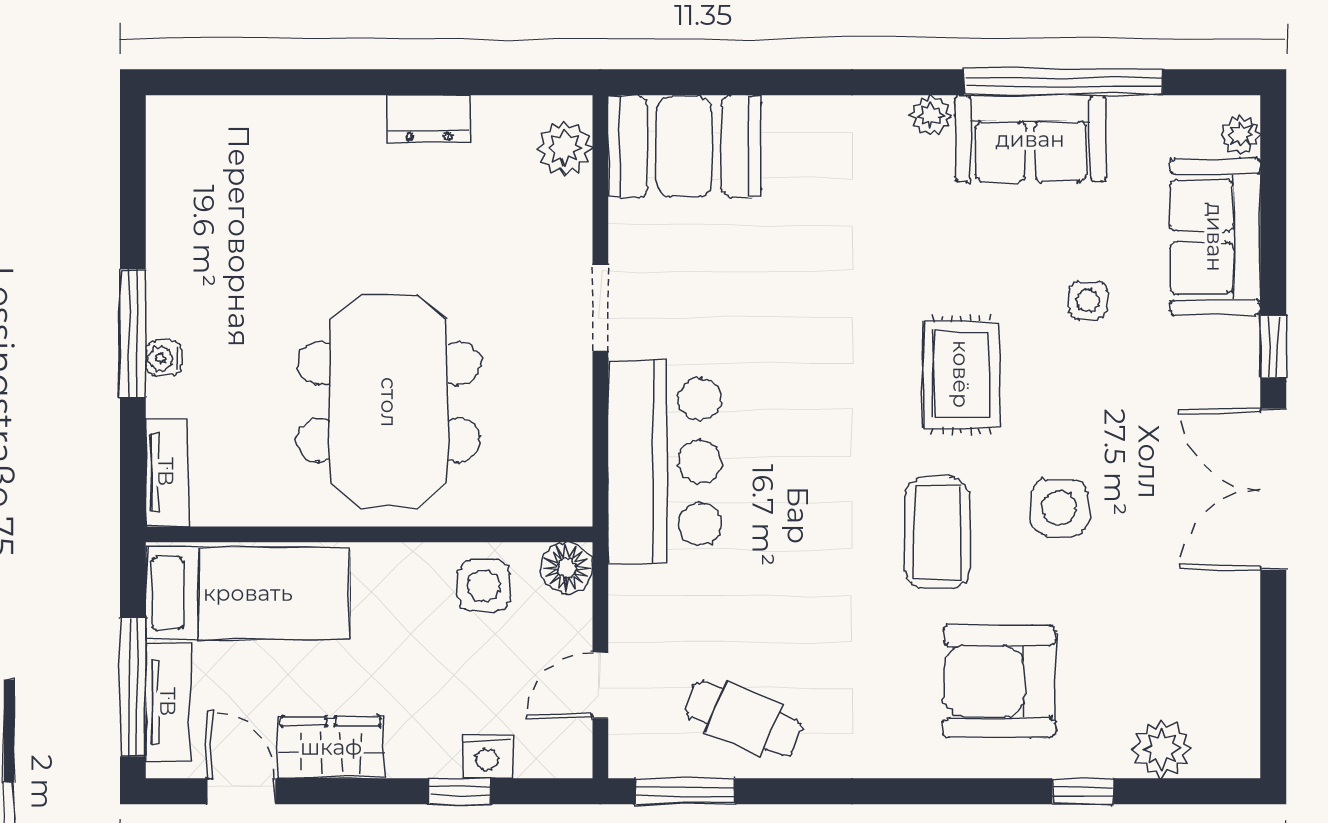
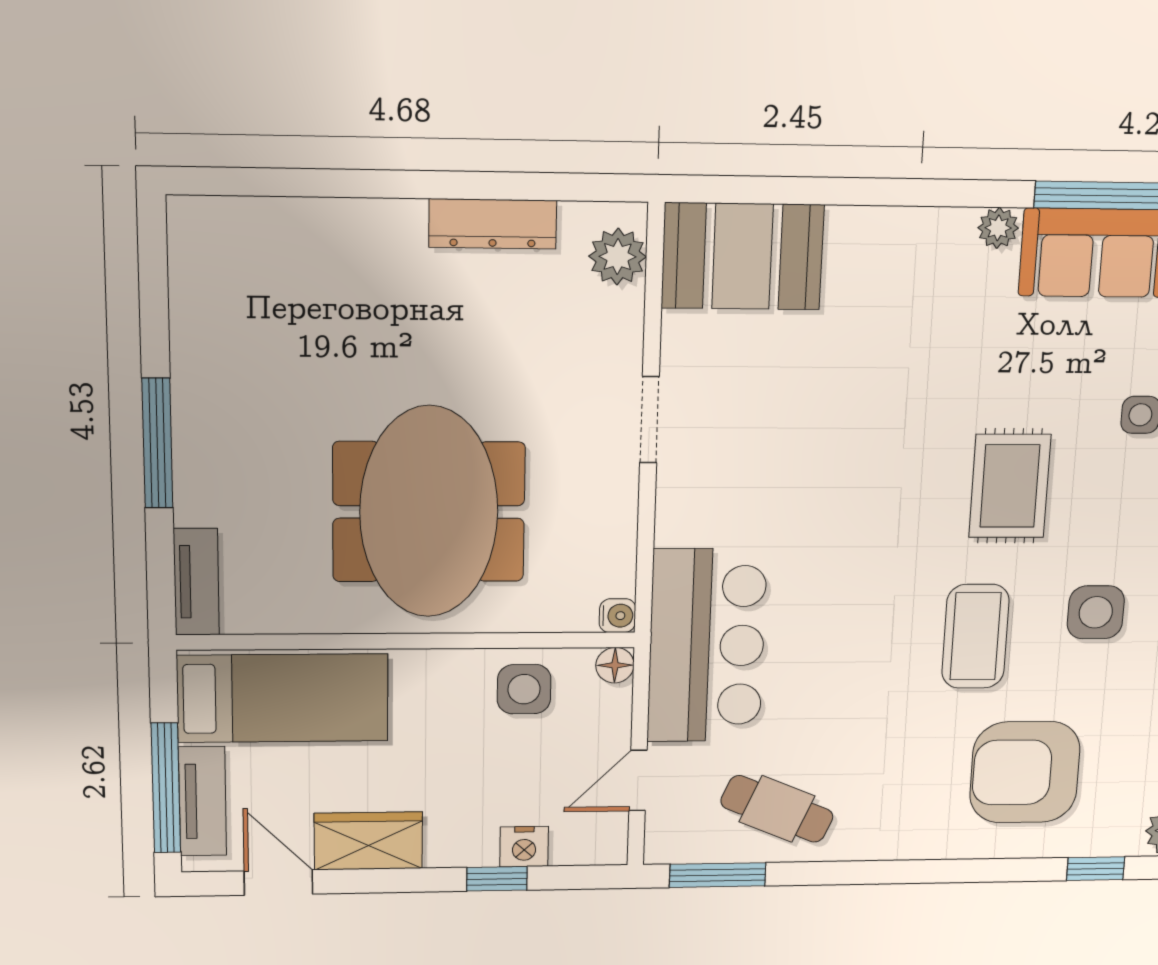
dresser: (429, 118) -> (493, 224), width x1.44
water cooler: (164, 358) -> (617, 616), moved, turned 180
bar counter: (665, 462) -> (707, 646), moved
floor lamp: (567, 568) -> (615, 665), width x0.73, depth x0.73

